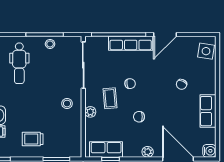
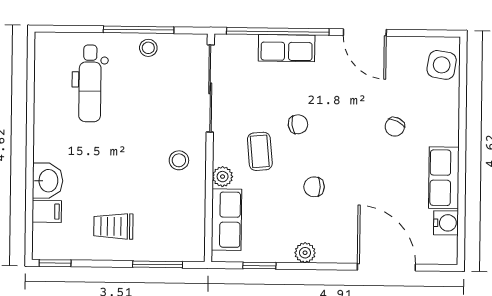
door: (165, 34) -> (365, 33), hinge flipped
row of seats: (131, 43) -> (287, 48), width x0.68
row of seats: (106, 149) -> (226, 220), moved, turned 90
water cooler: (209, 151) -> (446, 223), moved
plant: (148, 152) -> (305, 253), moved

